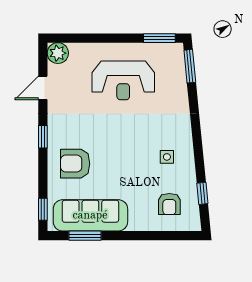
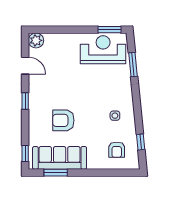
window: (190, 66) -> (133, 65), moved
reception desk: (123, 80) -> (103, 50), moved, turned 180
door: (43, 88) -> (25, 66), swing flipped
armchair: (75, 164) -> (63, 120), moved

